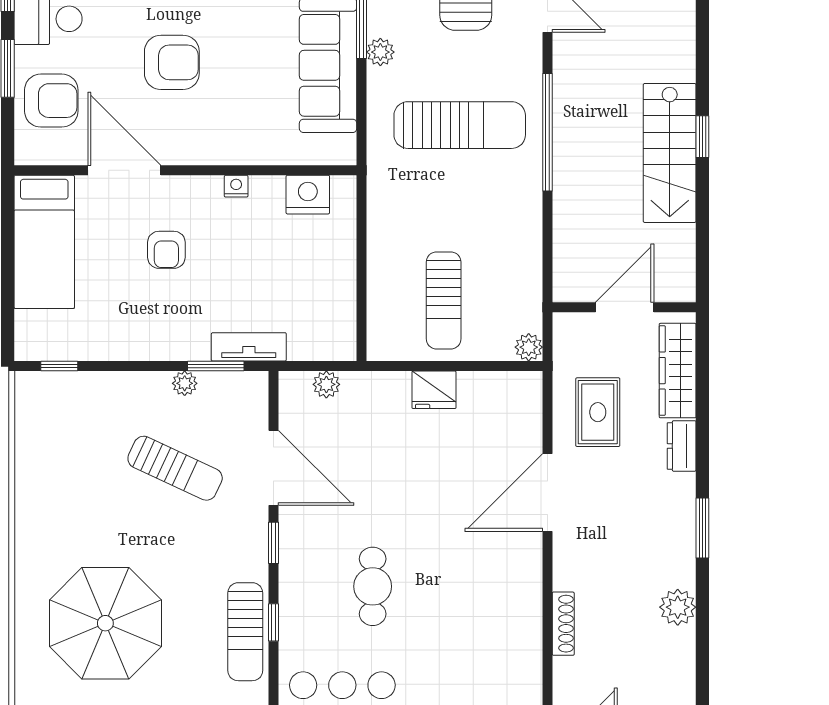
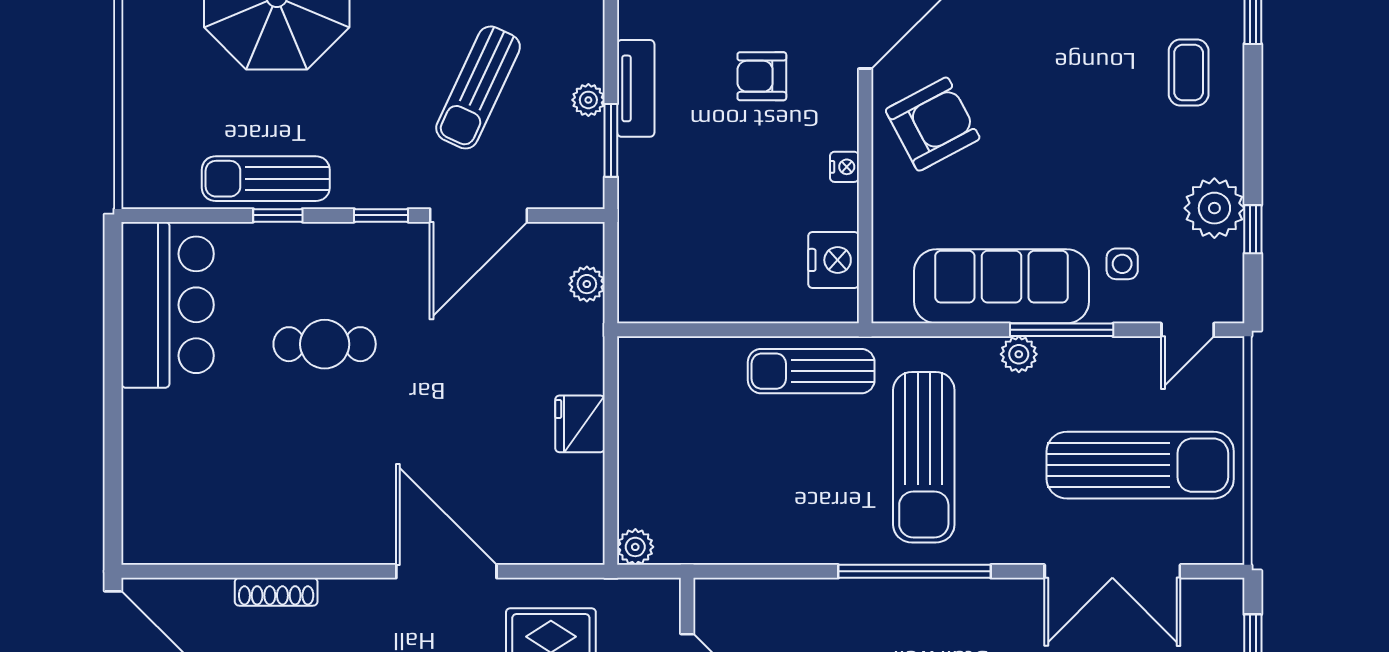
armchair: (172, 62) -> (933, 124), moved, turned -118
sun lounger: (444, 300) -> (811, 371), moved
tv unit: (249, 347) -> (636, 88), moved

